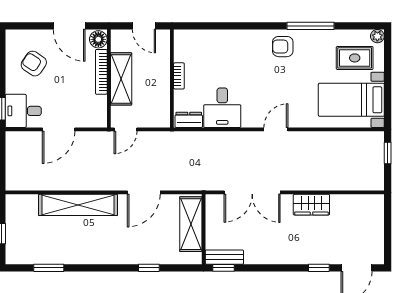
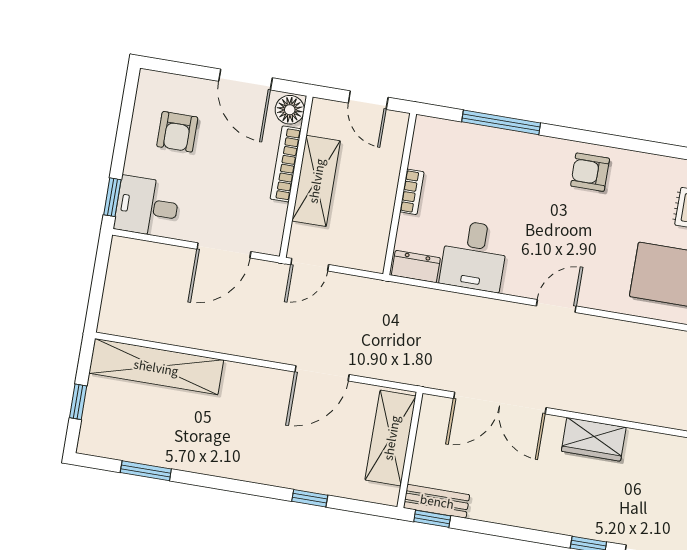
window: (310, 26) -> (501, 122), moved
armchair: (34, 64) -> (177, 132), turned -124
door: (59, 129) -> (224, 250), moved
shelving: (78, 205) -> (156, 367), moved

